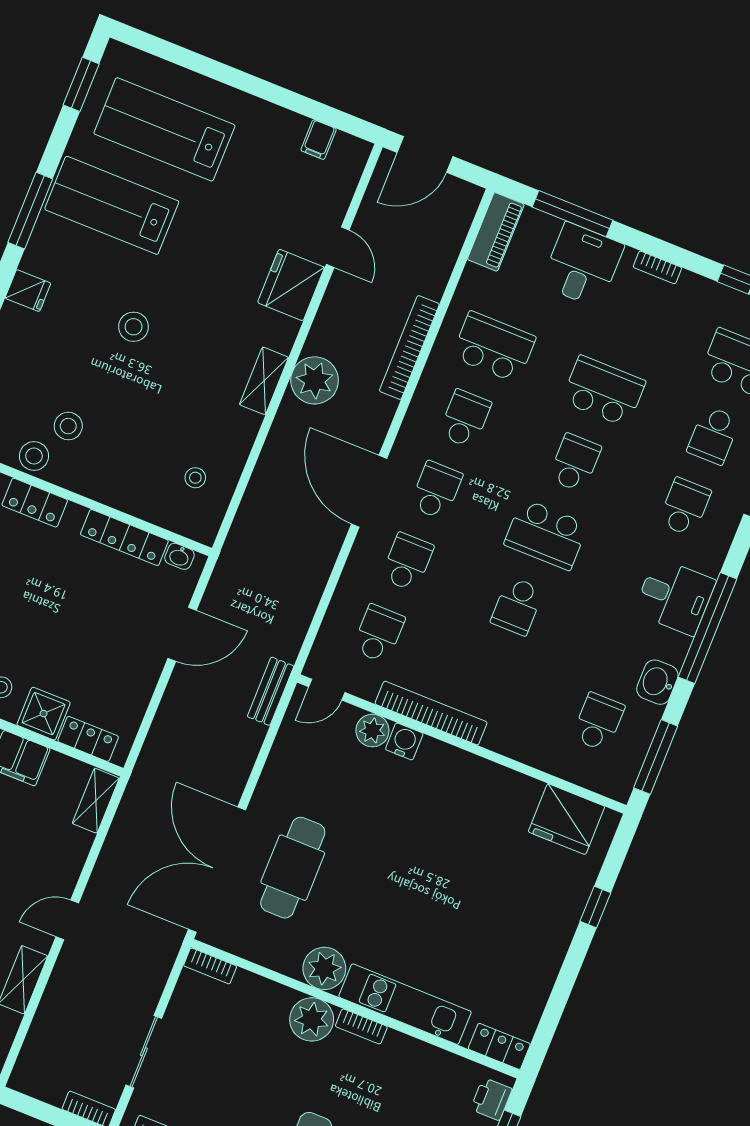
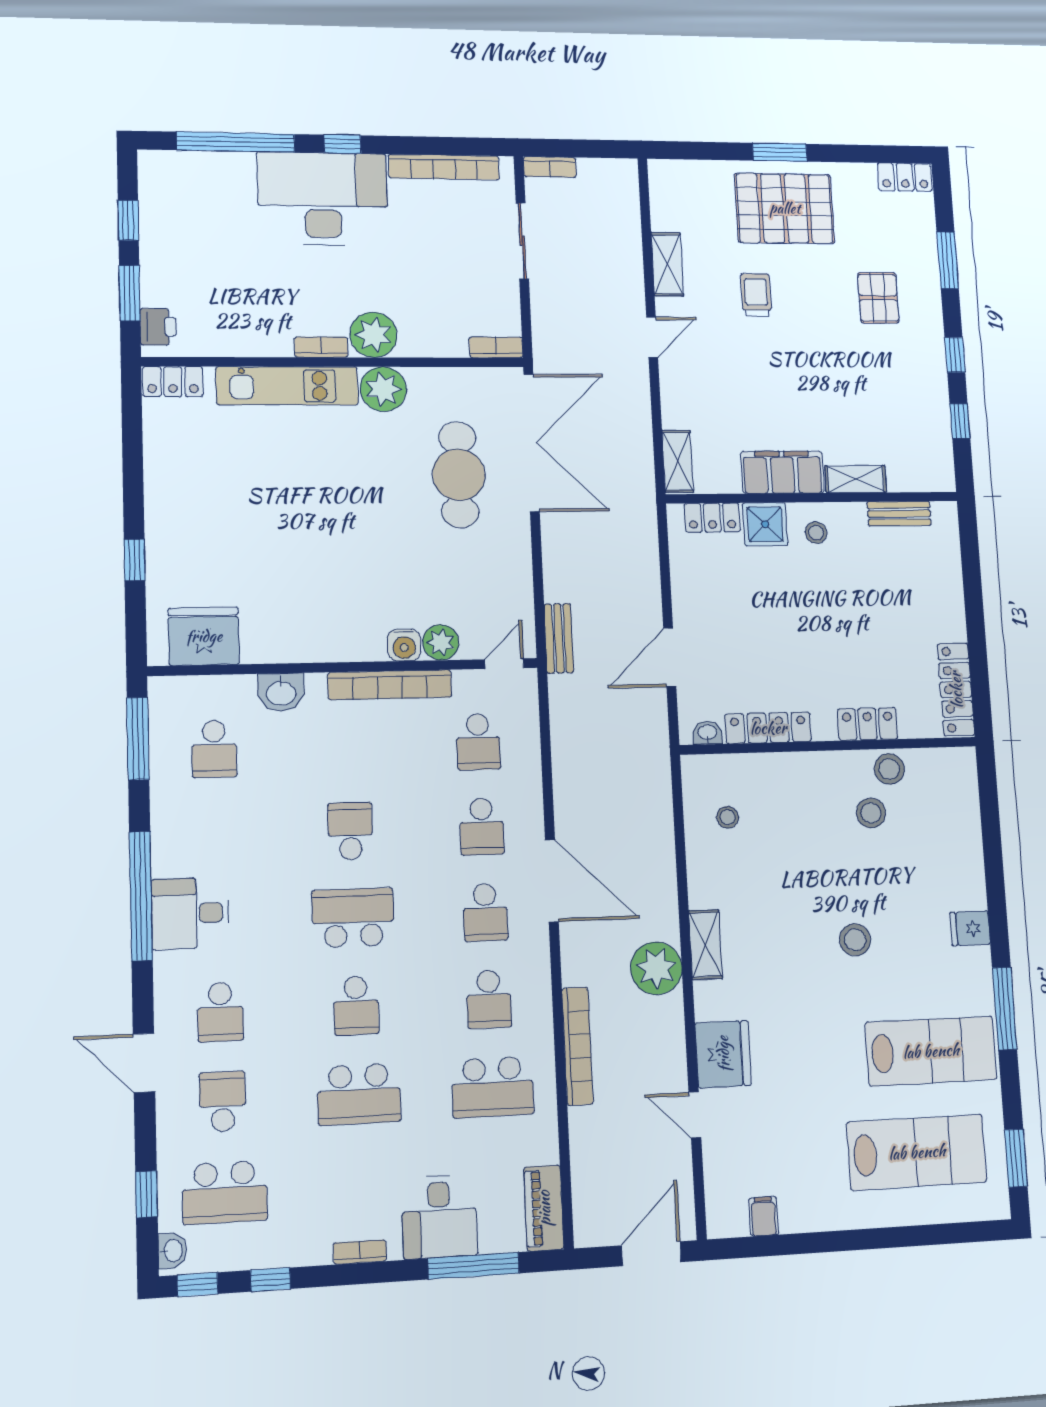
washbasin: (657, 682) -> (281, 692), moved, turned 90

